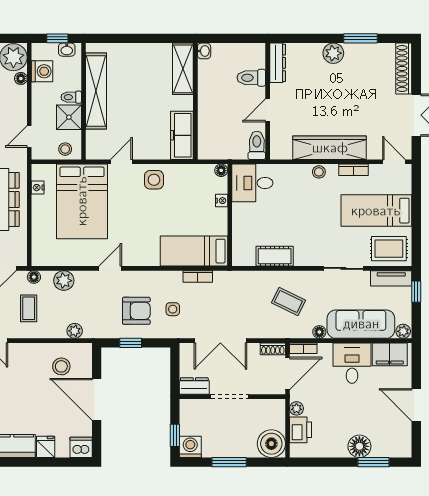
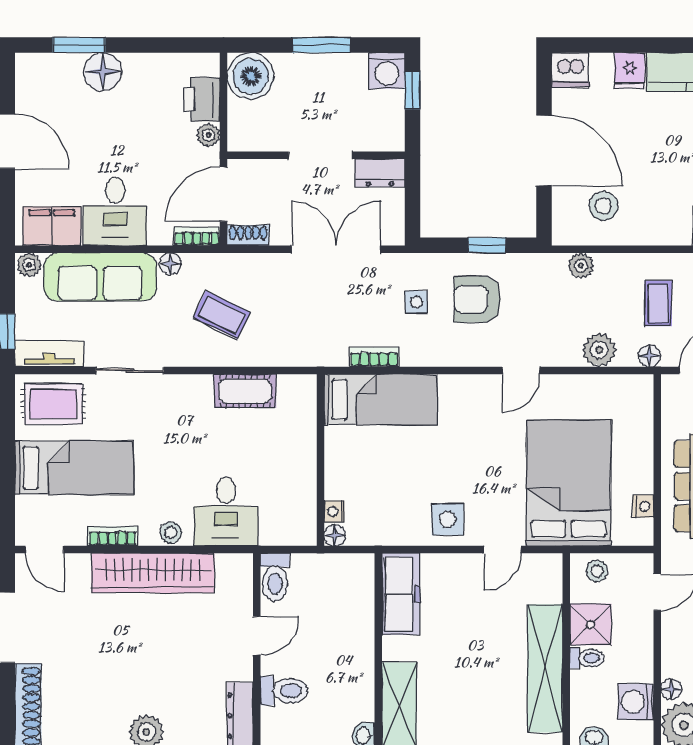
desk: (252, 183) -> (226, 512), moved, turned 90
nightstand: (222, 201) -> (334, 511), moved

